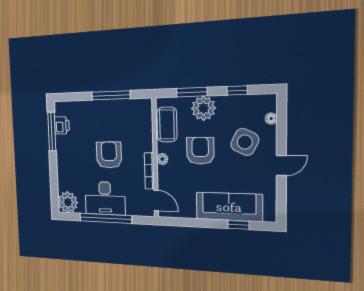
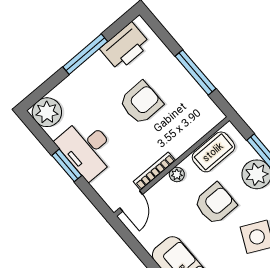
printer: (62, 125) -> (125, 46), width x1.87, depth x1.48
window: (52, 132) -> (85, 54), moved
armchair: (109, 155) -> (141, 103), moved
window: (106, 218) -> (67, 165), width x0.47

